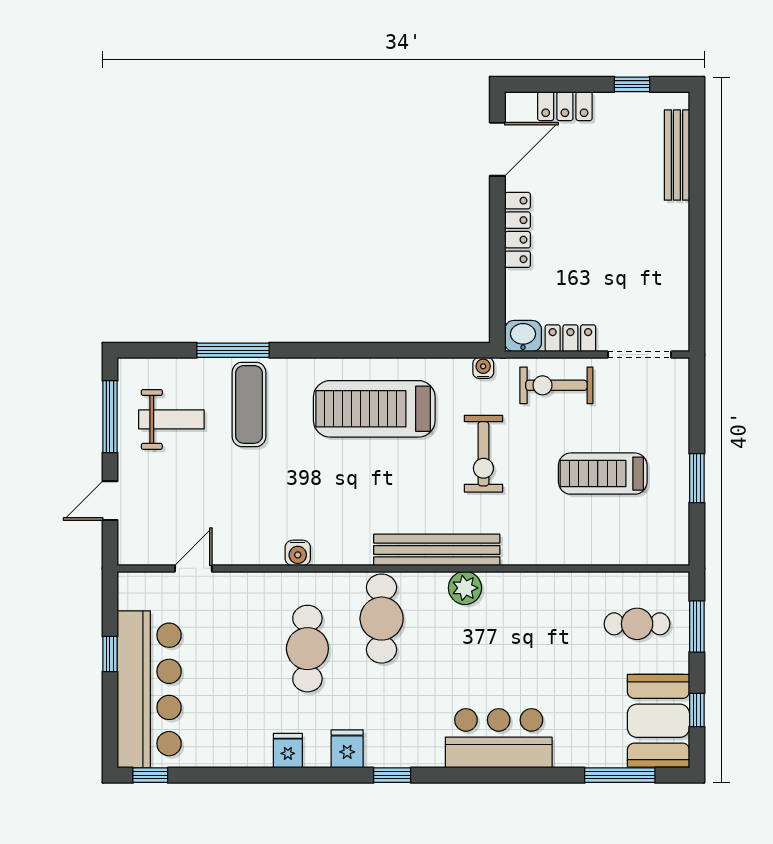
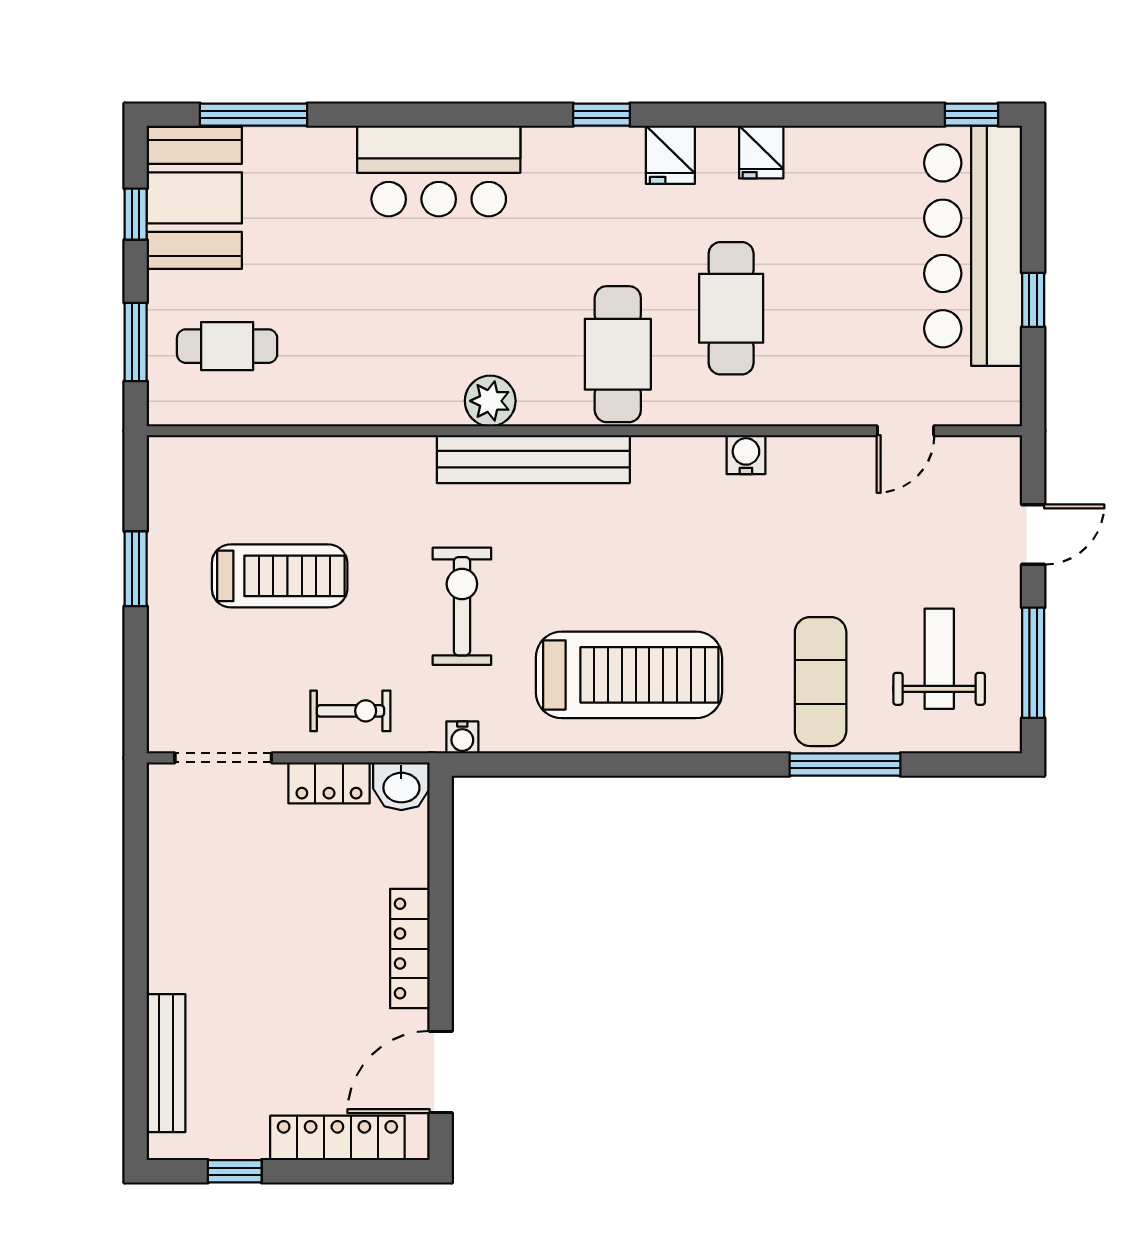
locker: (565, 106) -> (337, 1138), width x1.53
exercise bike: (556, 385) -> (350, 711), width x0.73, depth x0.72
weight bench: (171, 419) -> (939, 659), turned 90

